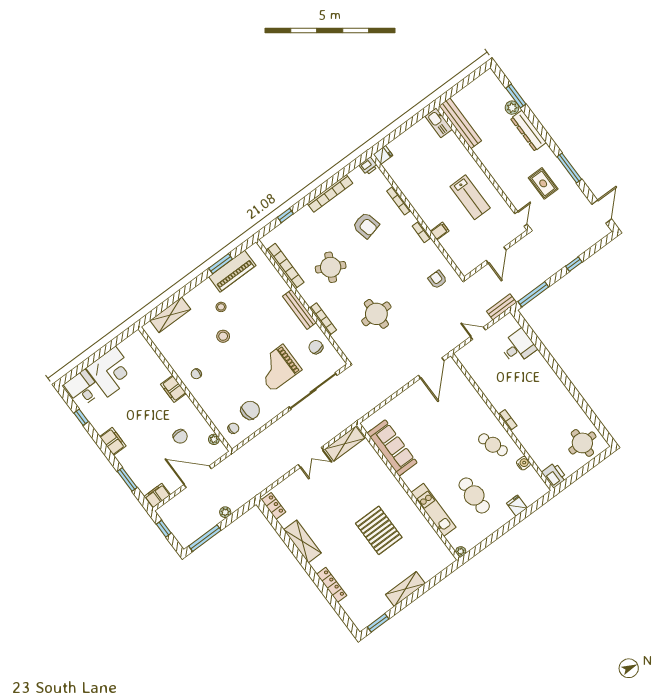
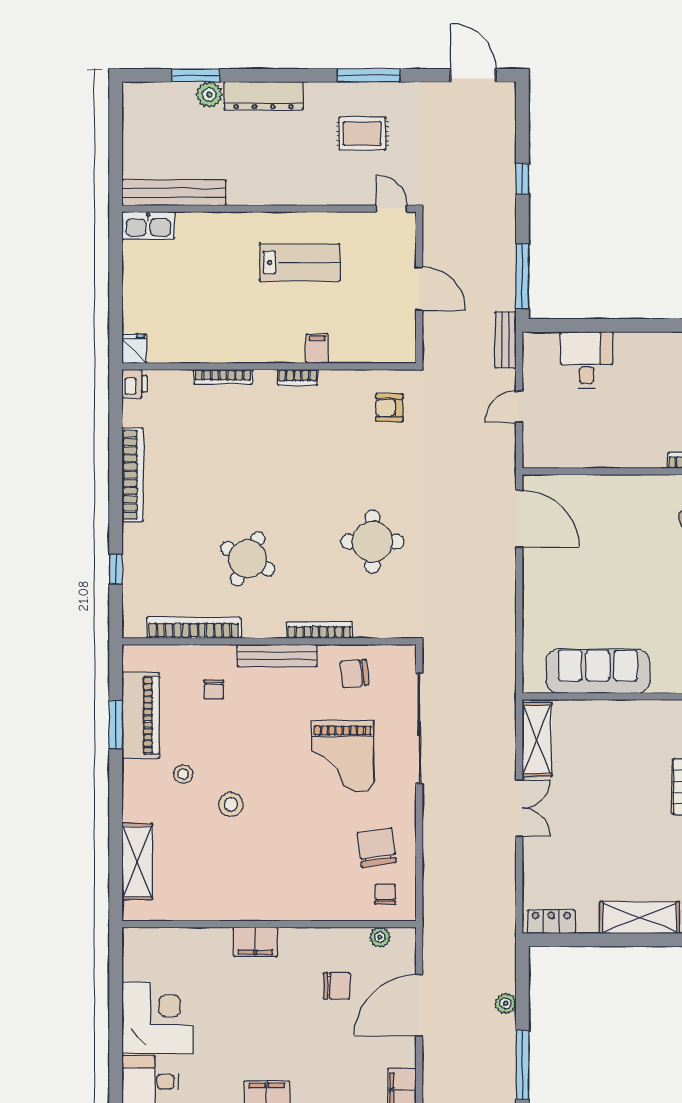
armchair: (366, 225) -> (224, 456), removed
chair: (196, 374) -> (214, 689), moved

